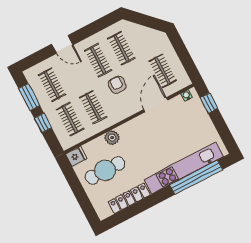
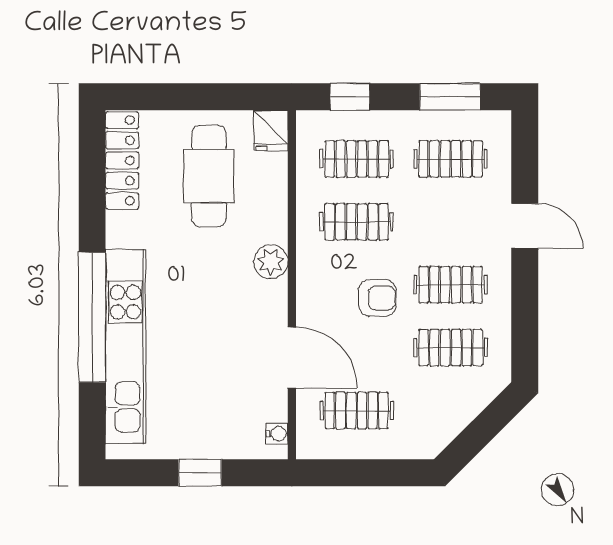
door: (62, 44) -> (525, 226), swing flipped
window: (209, 103) -> (200, 473), moved
window: (43, 123) -> (350, 97), moved
plant: (112, 138) -> (271, 262), moved
window: (196, 177) -> (92, 317), moved
locker: (129, 198) -> (122, 160), moved

